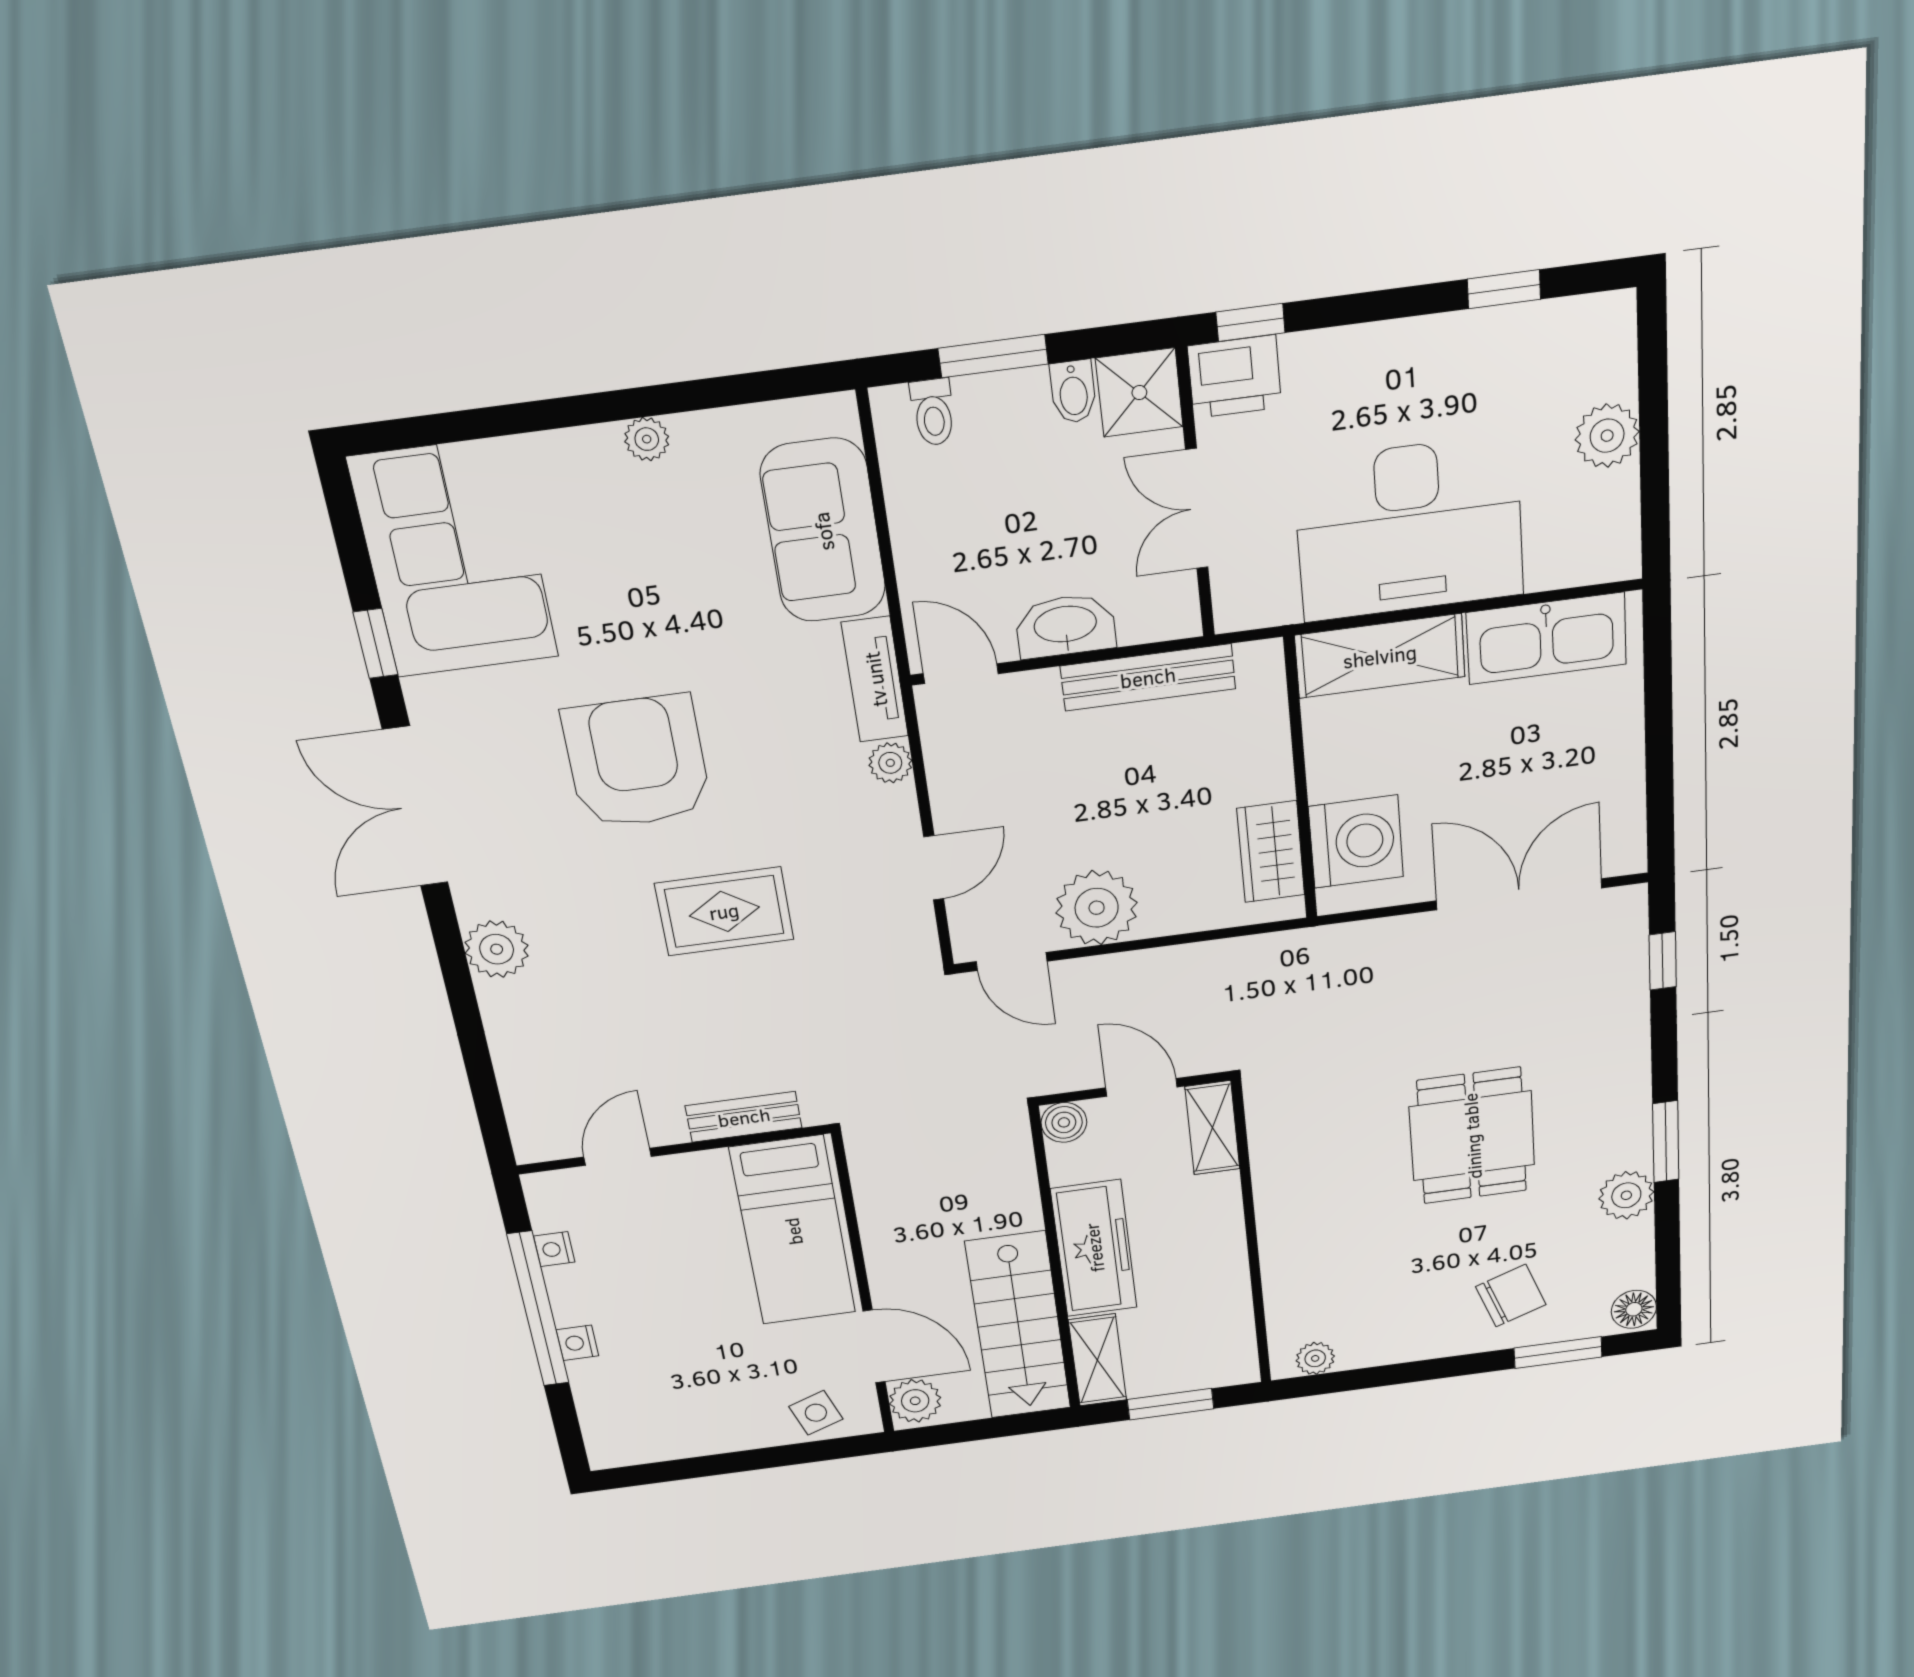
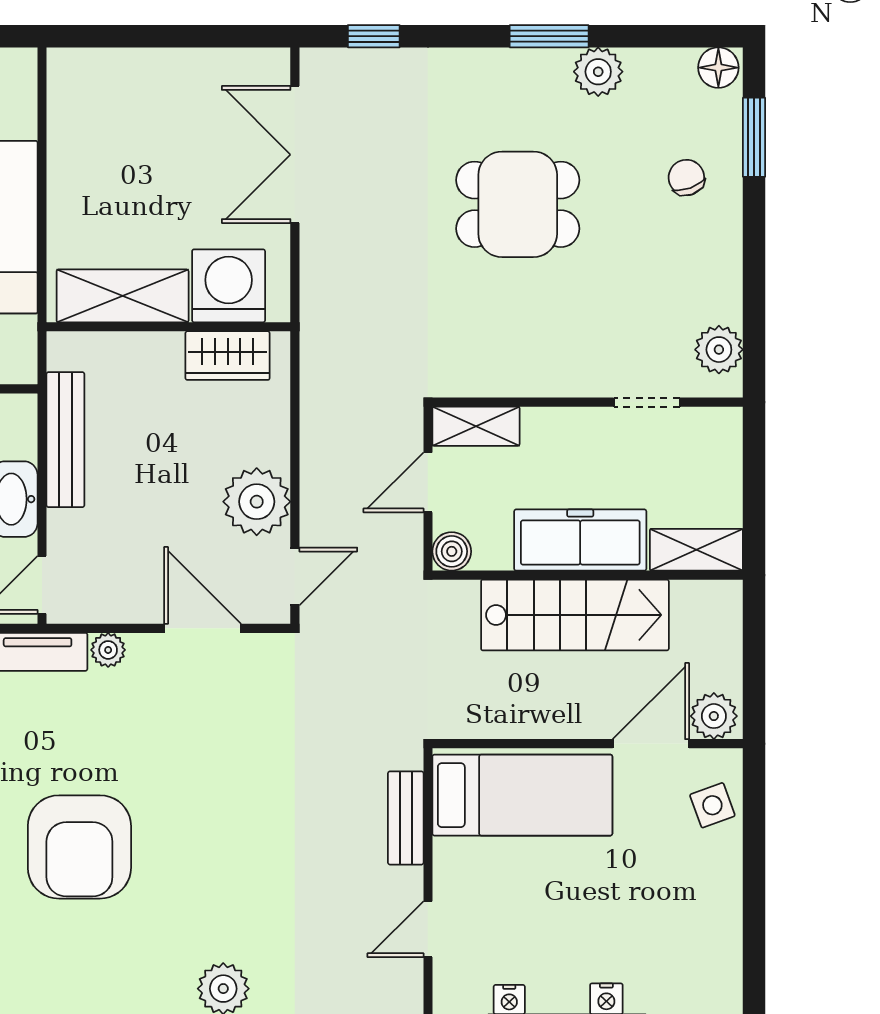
kitchen sink: (1546, 638) -> (77, 124), removed
shelving: (1380, 656) -> (123, 296), moved, turned 90
armchair: (637, 762) -> (79, 847), turned -90
door: (934, 868) -> (203, 628), width x1.38
rug: (724, 911) -> (217, 801), removed
door: (618, 1157) -> (428, 929), hinge flipped
doorway: (1257, 1291) -> (647, 402), added
chair: (1511, 1296) -> (686, 178), width x0.73, depth x0.73
stairs: (1018, 1326) -> (575, 615), moved
plant: (1315, 1358) -> (719, 350), width x1.38, depth x1.38
window: (1171, 1404) -> (754, 490), removed

